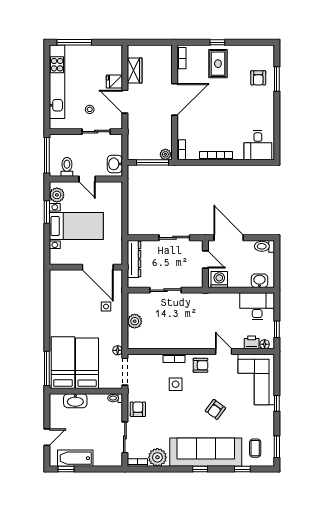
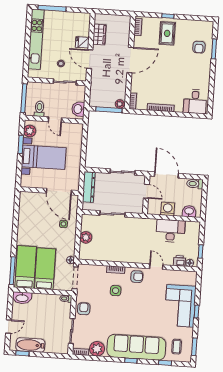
washing machine: (219, 279) -> (168, 209), moved
desk: (257, 306) -> (170, 231), moved
corner sofa: (256, 379) -> (180, 306), moved
washbasin: (75, 401) -> (22, 298), moved
armchair: (215, 409) -> (146, 313), removed

